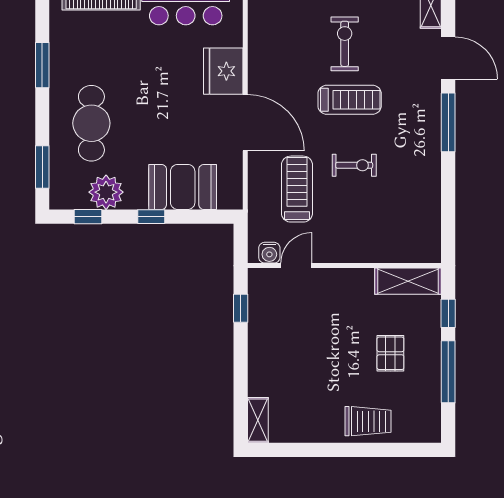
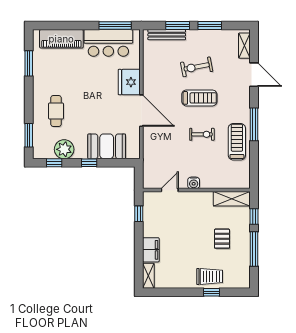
exercise bike: (345, 44) -> (197, 67), turned -101
window: (42, 65) -> (29, 63), moved
window: (448, 122) -> (254, 124), moved
cafe table: (91, 123) -> (56, 111), width x0.73, depth x0.74
treadmill: (297, 189) -> (237, 142), moved
water cooler: (269, 253) -> (194, 183), moved
filing cabinet: (262, 373) -> (151, 250), added
window: (371, 450) -> (211, 292), added

